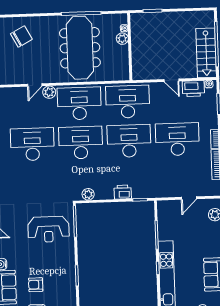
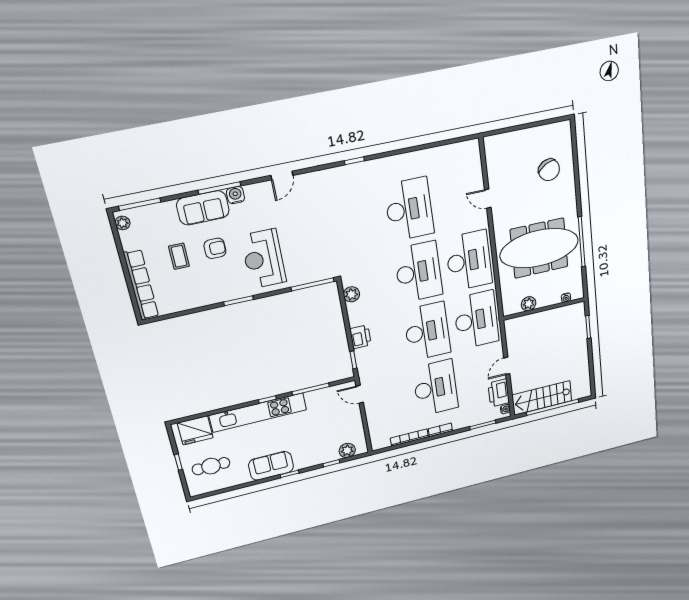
plant: (122, 39) -> (529, 304), moved
plant: (49, 92) -> (480, 219), removed
door: (189, 198) -> (360, 394), moved
reception desk: (48, 229) -> (263, 259), moved
armchair: (36, 285) -> (215, 248), turned 90

